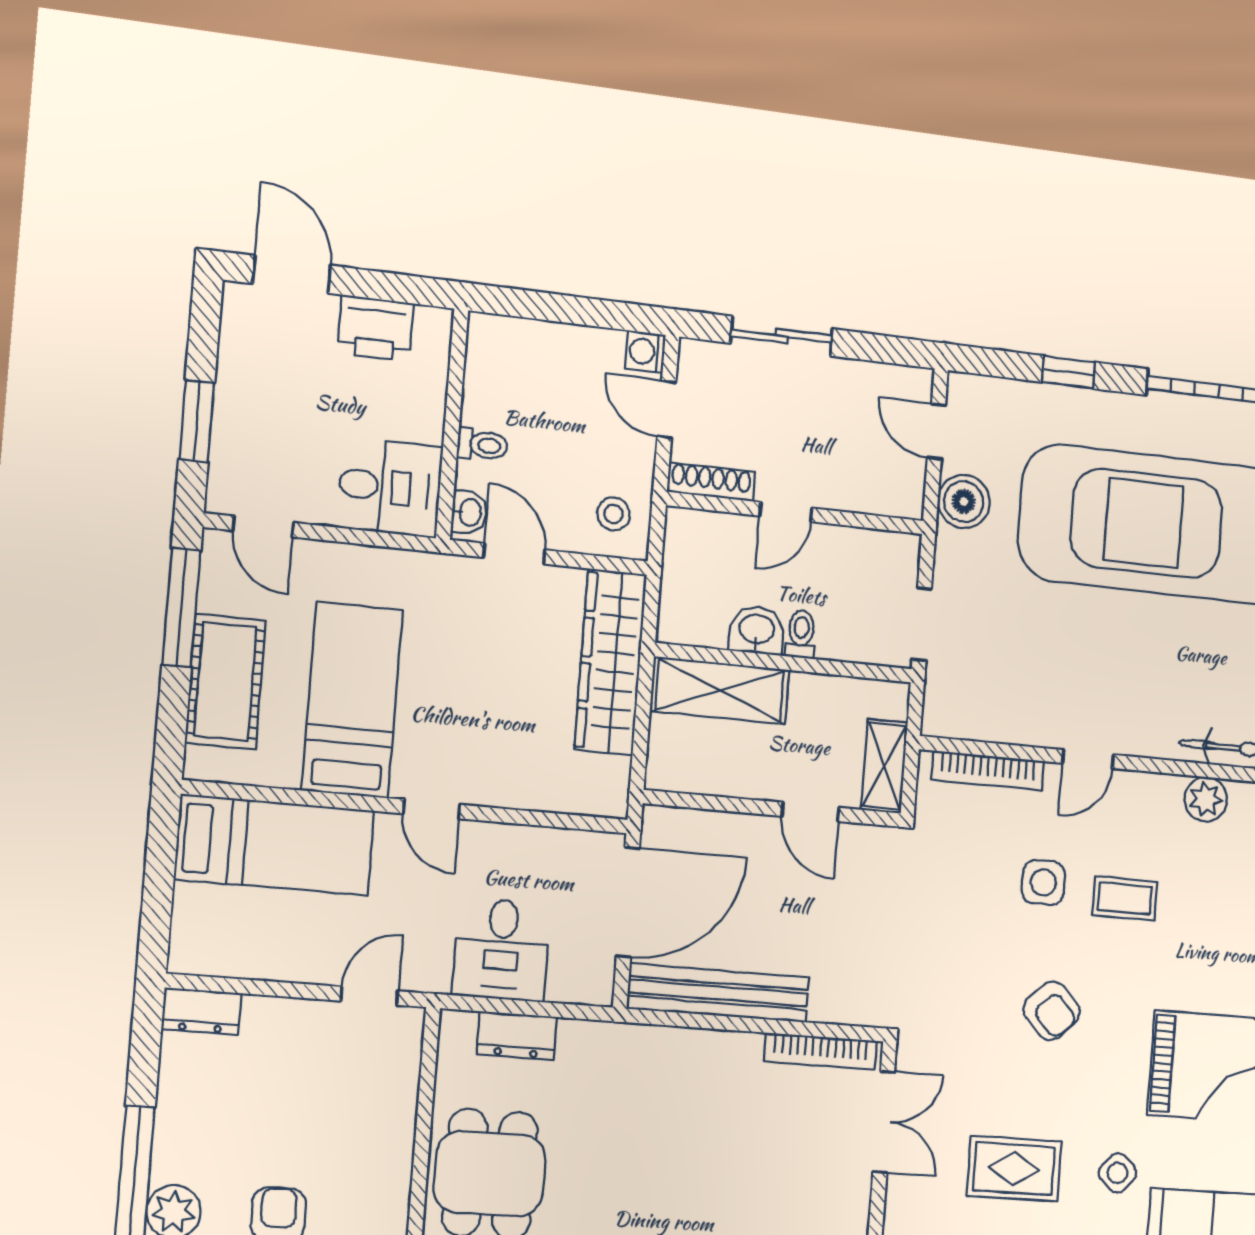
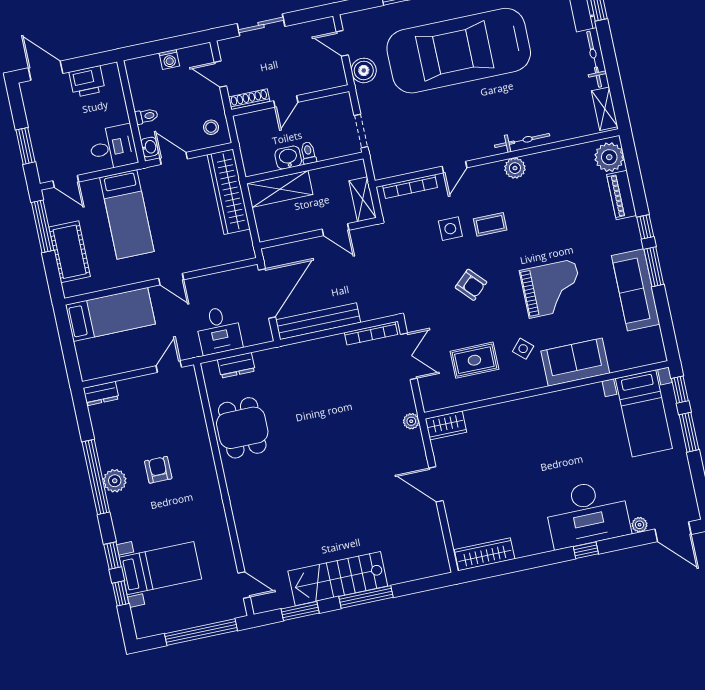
washing machine: (645, 352) -> (169, 59), moved, turned -90
bed: (352, 700) -> (127, 214), moved, turned 180

